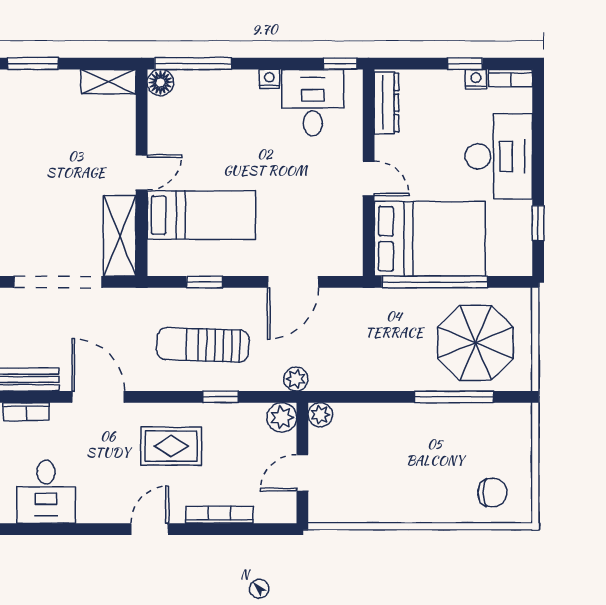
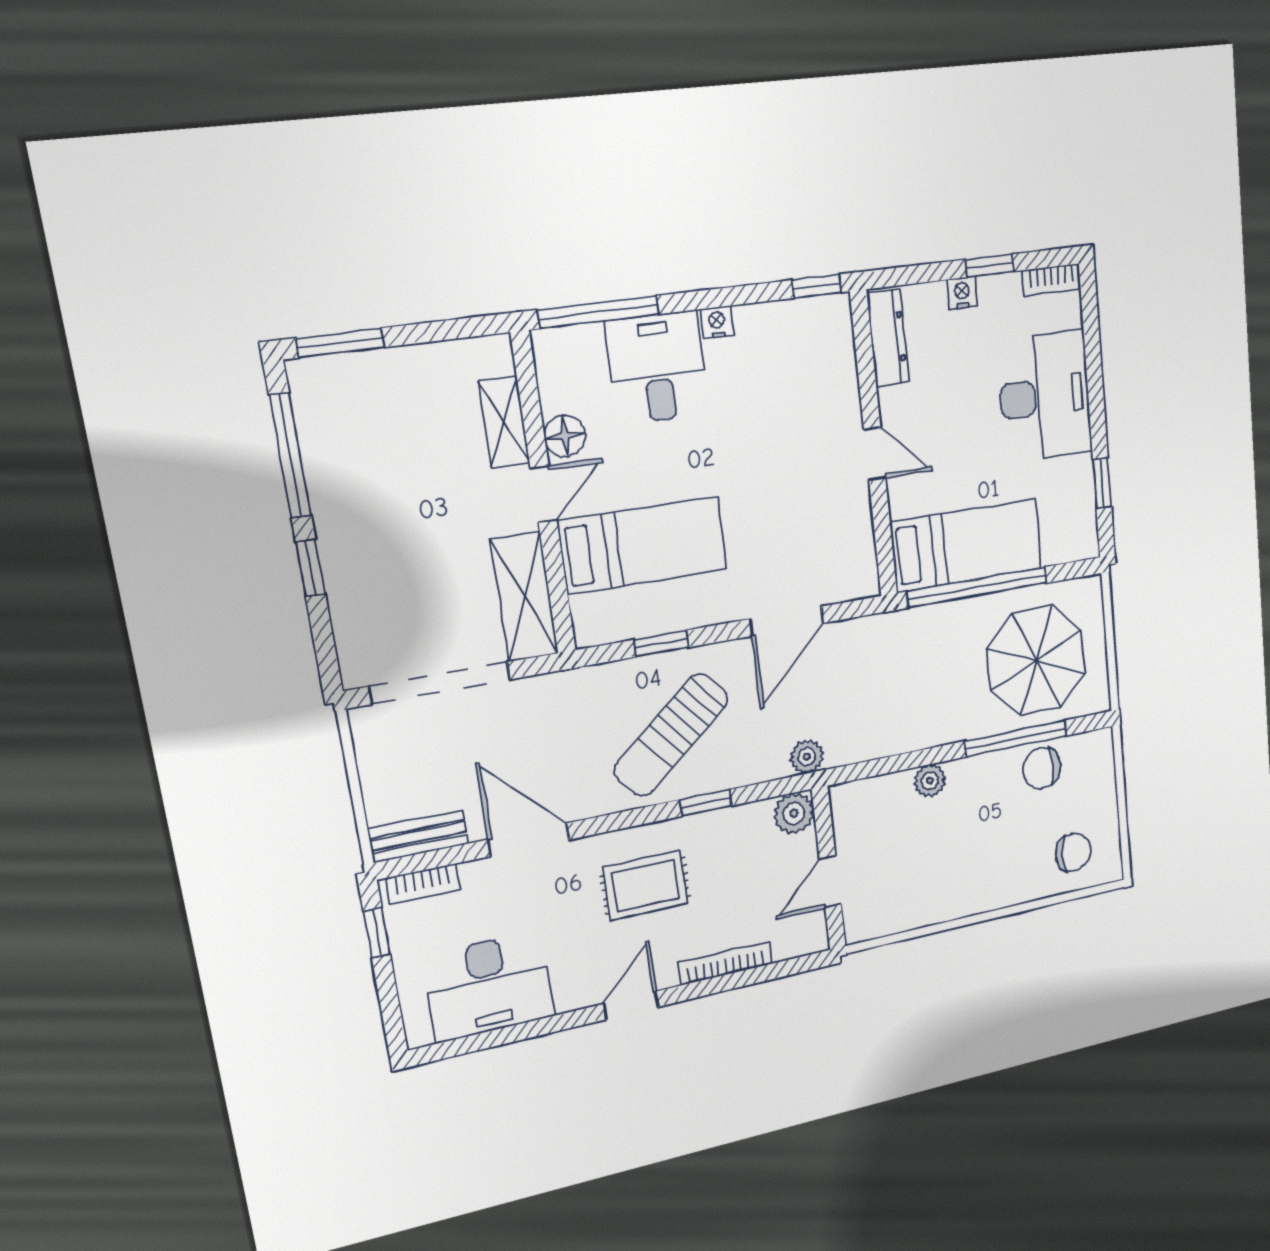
nightstand: (476, 79) -> (962, 293), moved
shelving: (108, 82) -> (504, 422), moved, turned 90
floor lamp: (160, 82) -> (565, 436), moved
desk: (313, 103) -> (657, 368), moved
bed: (430, 239) -> (967, 545), width x0.67
sun lounger: (203, 345) -> (671, 735), turned -42
plant: (320, 415) -> (930, 781), moved
chair: (473, 423) -> (1042, 768), added
desk: (46, 492) -> (489, 986), width x1.37

